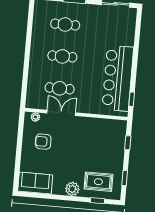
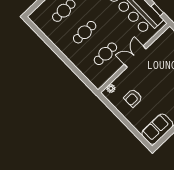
double door: (61, 113) -> (135, 57), moved

